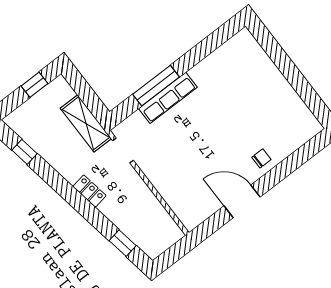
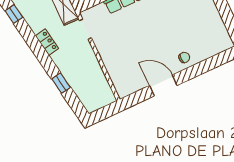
locker: (89, 191) -> (47, 42), moved
window: (123, 243) -> (61, 83), moved

